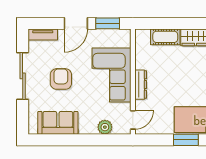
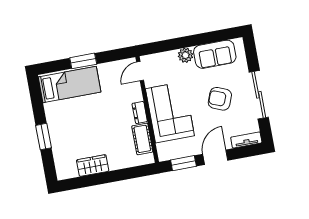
cot: (165, 37) -> (142, 139), moved, turned 90
armchair: (61, 79) -> (220, 99), turned 112
dresser: (141, 85) -> (140, 113), width x0.70
plant: (105, 127) -> (185, 55), moved

